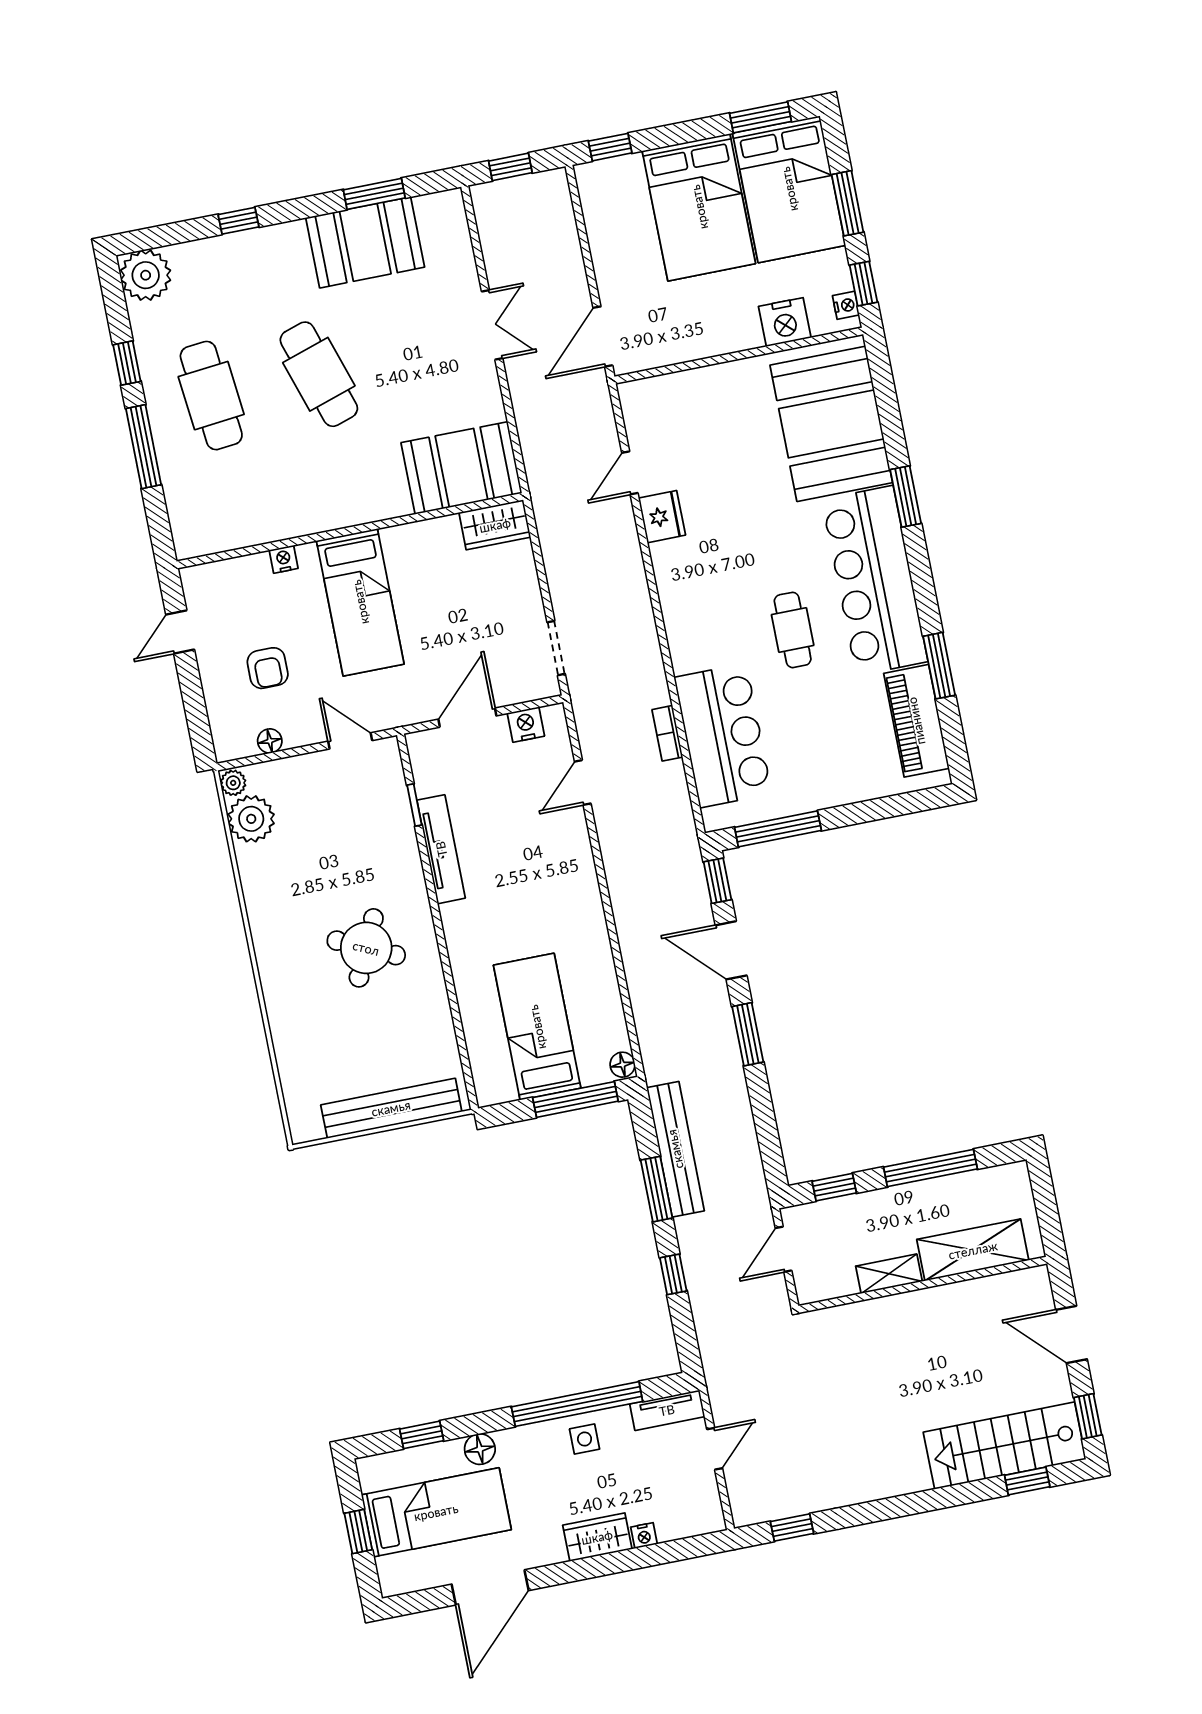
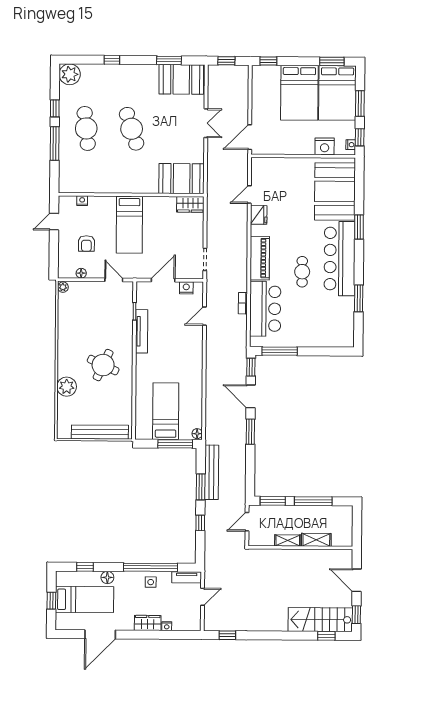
booth: (365, 242) -> (181, 79), moved
nightstand: (284, 559) -> (82, 201), moved
piano: (916, 721) -> (260, 258), moved, turned 180
plant: (251, 819) -> (67, 387), moved
window: (834, 1187) -> (273, 501), width x1.50
shelving: (973, 1250) -> (316, 540), width x0.67, depth x0.75

